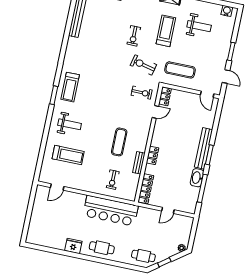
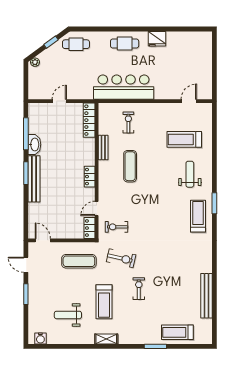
weight bench: (70, 124) -> (190, 174), turned 90
locker: (152, 155) -> (90, 177), moved

